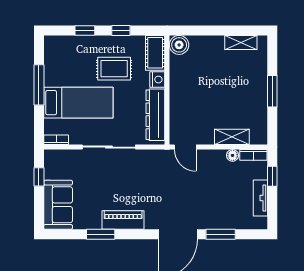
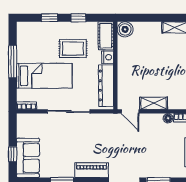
shelving: (232, 137) -> (154, 103), moved
window: (39, 177) -> (13, 154), moved
piano: (123, 220) -> (92, 170), moved

